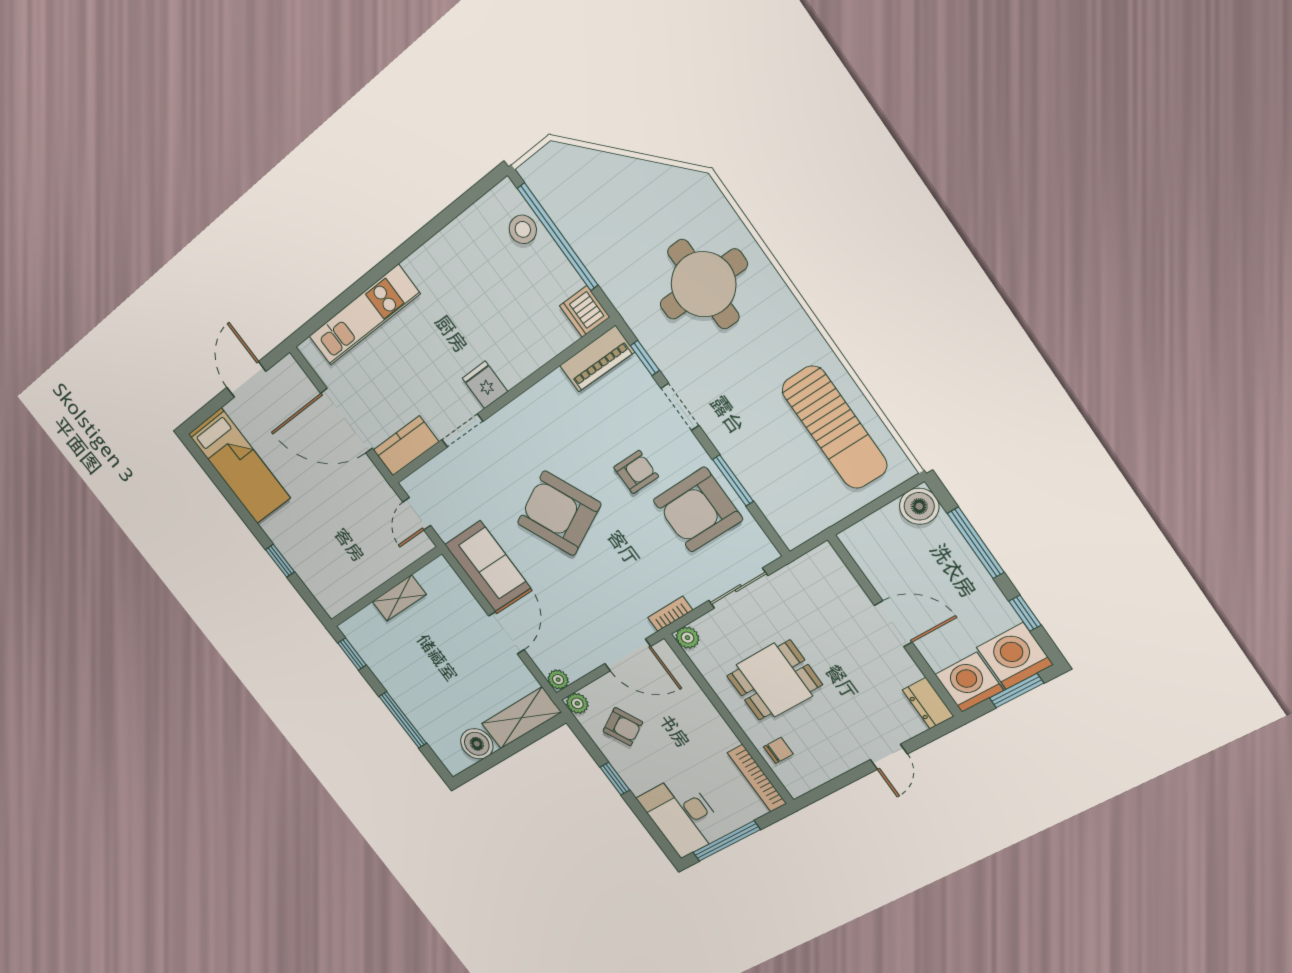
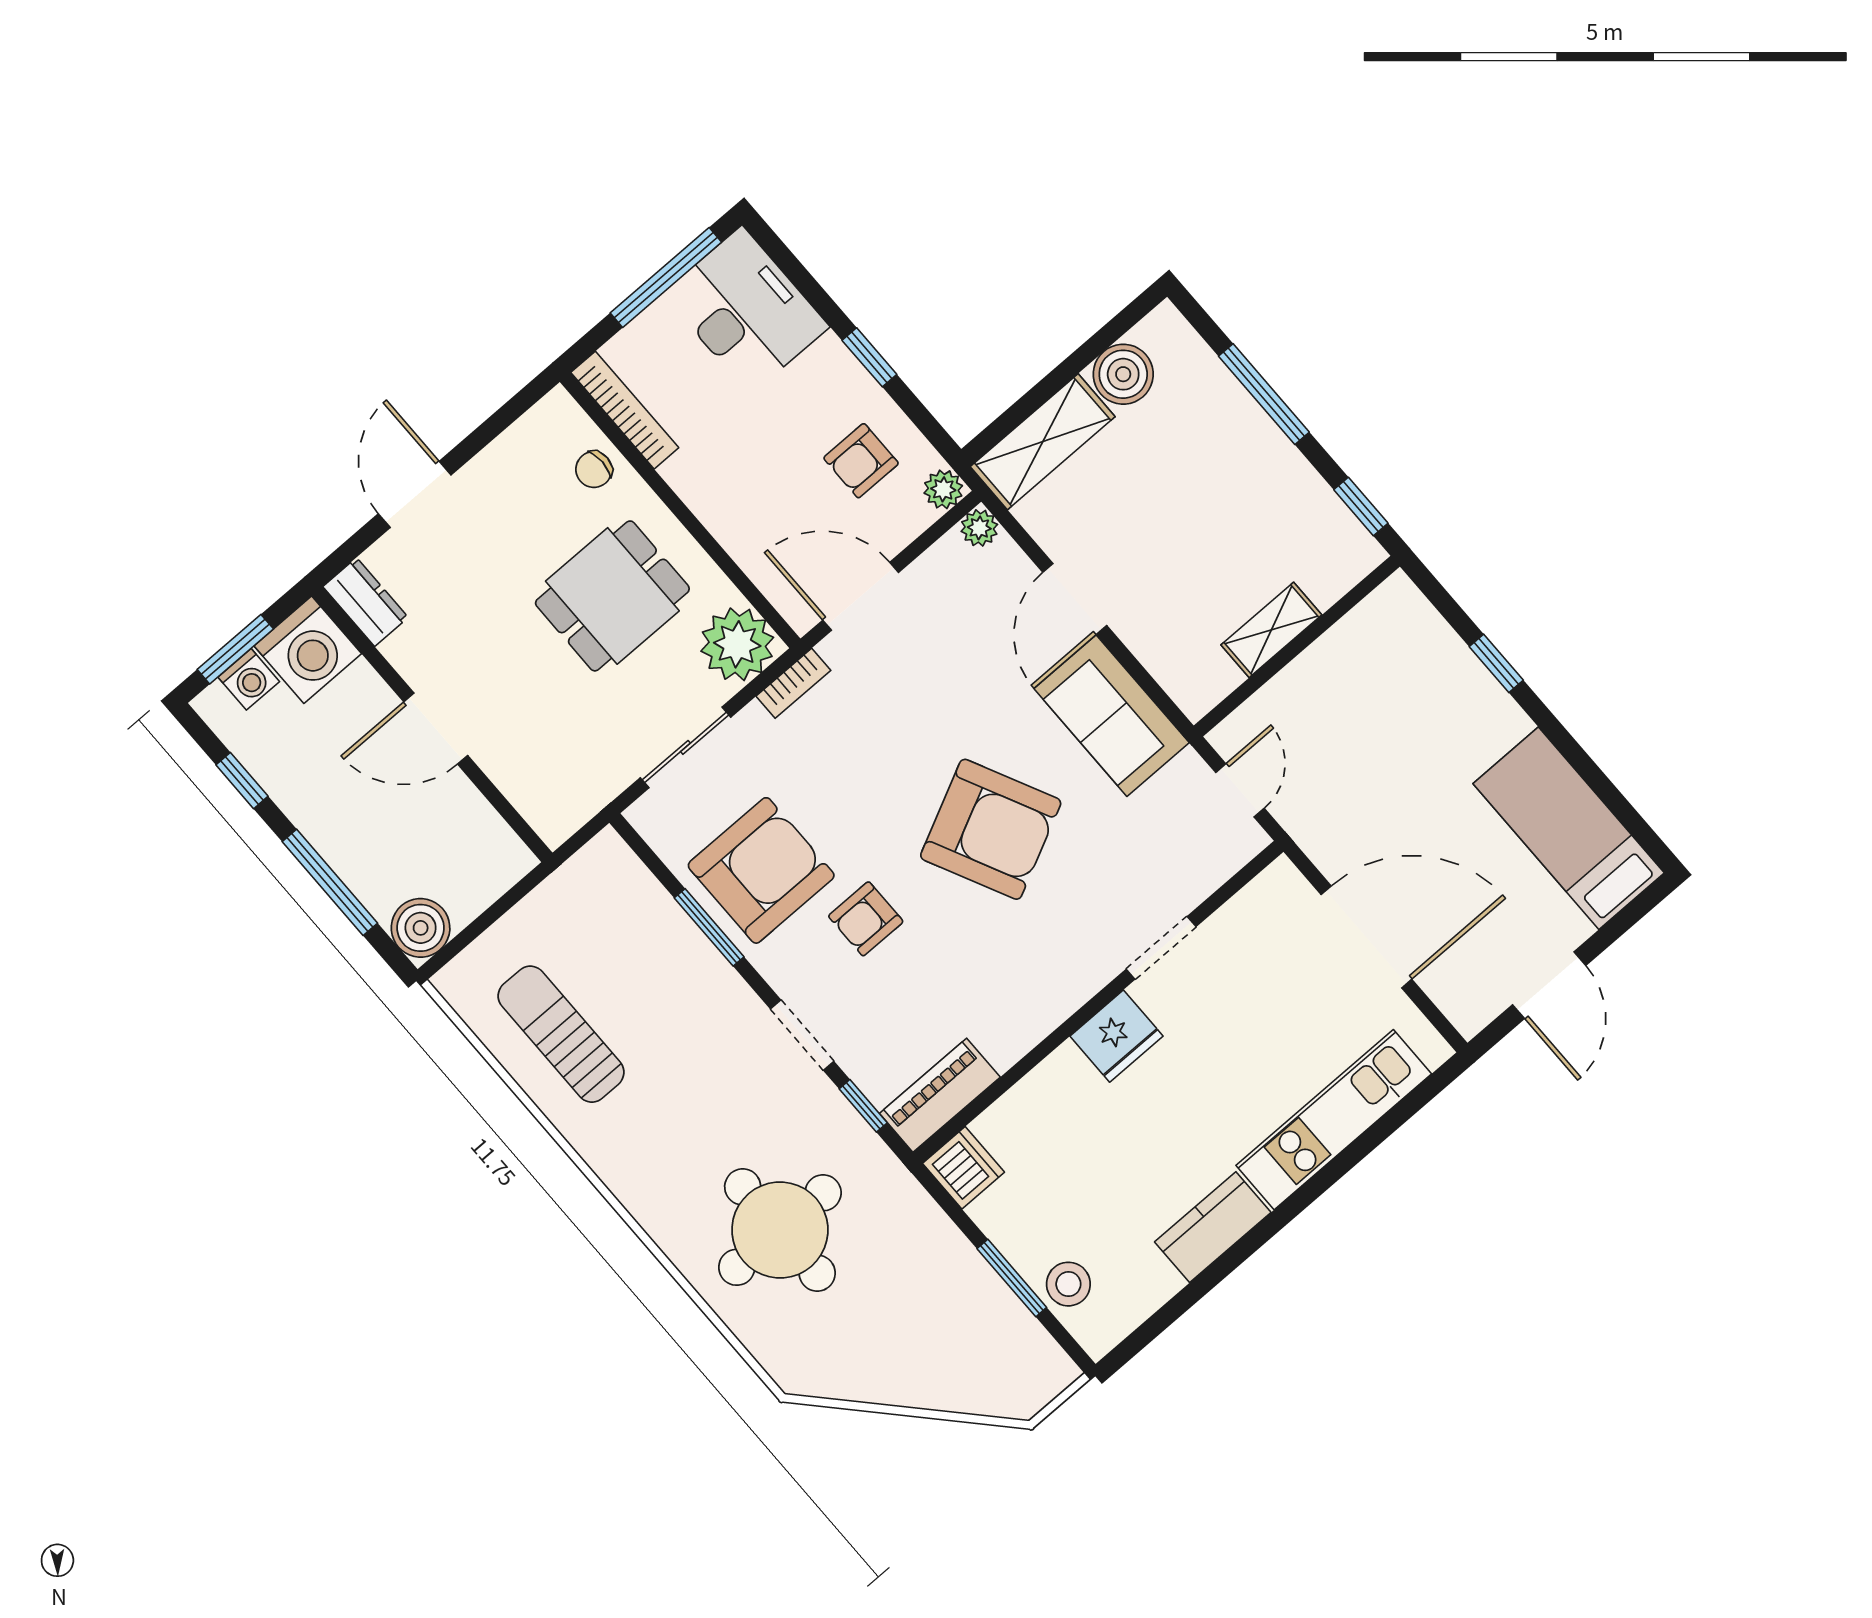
window: (558, 237) -> (1012, 1278), width x0.47
fridge: (485, 385) -> (1116, 1036), width x1.38
sun lounger: (835, 428) -> (561, 1034), width x0.73, depth x0.75
kitchen counter: (406, 446) -> (1213, 1227), moved, turned 180
plant: (687, 638) -> (737, 644), width x1.88, depth x1.88
washing machine: (1015, 656) -> (249, 679), width x0.53, depth x0.53
armchair: (623, 727) -> (861, 461), turned -61
door: (889, 757) -> (415, 494), width x1.38

